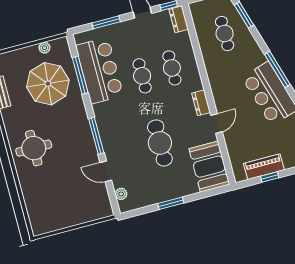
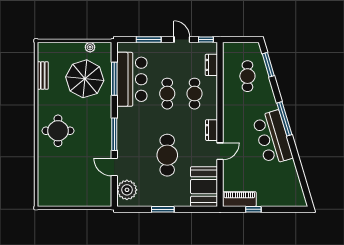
dresser: (179, 19) -> (211, 65), moved
piano: (264, 167) -> (239, 199), moved
plant: (121, 194) -> (127, 190), width x1.87, depth x1.87

